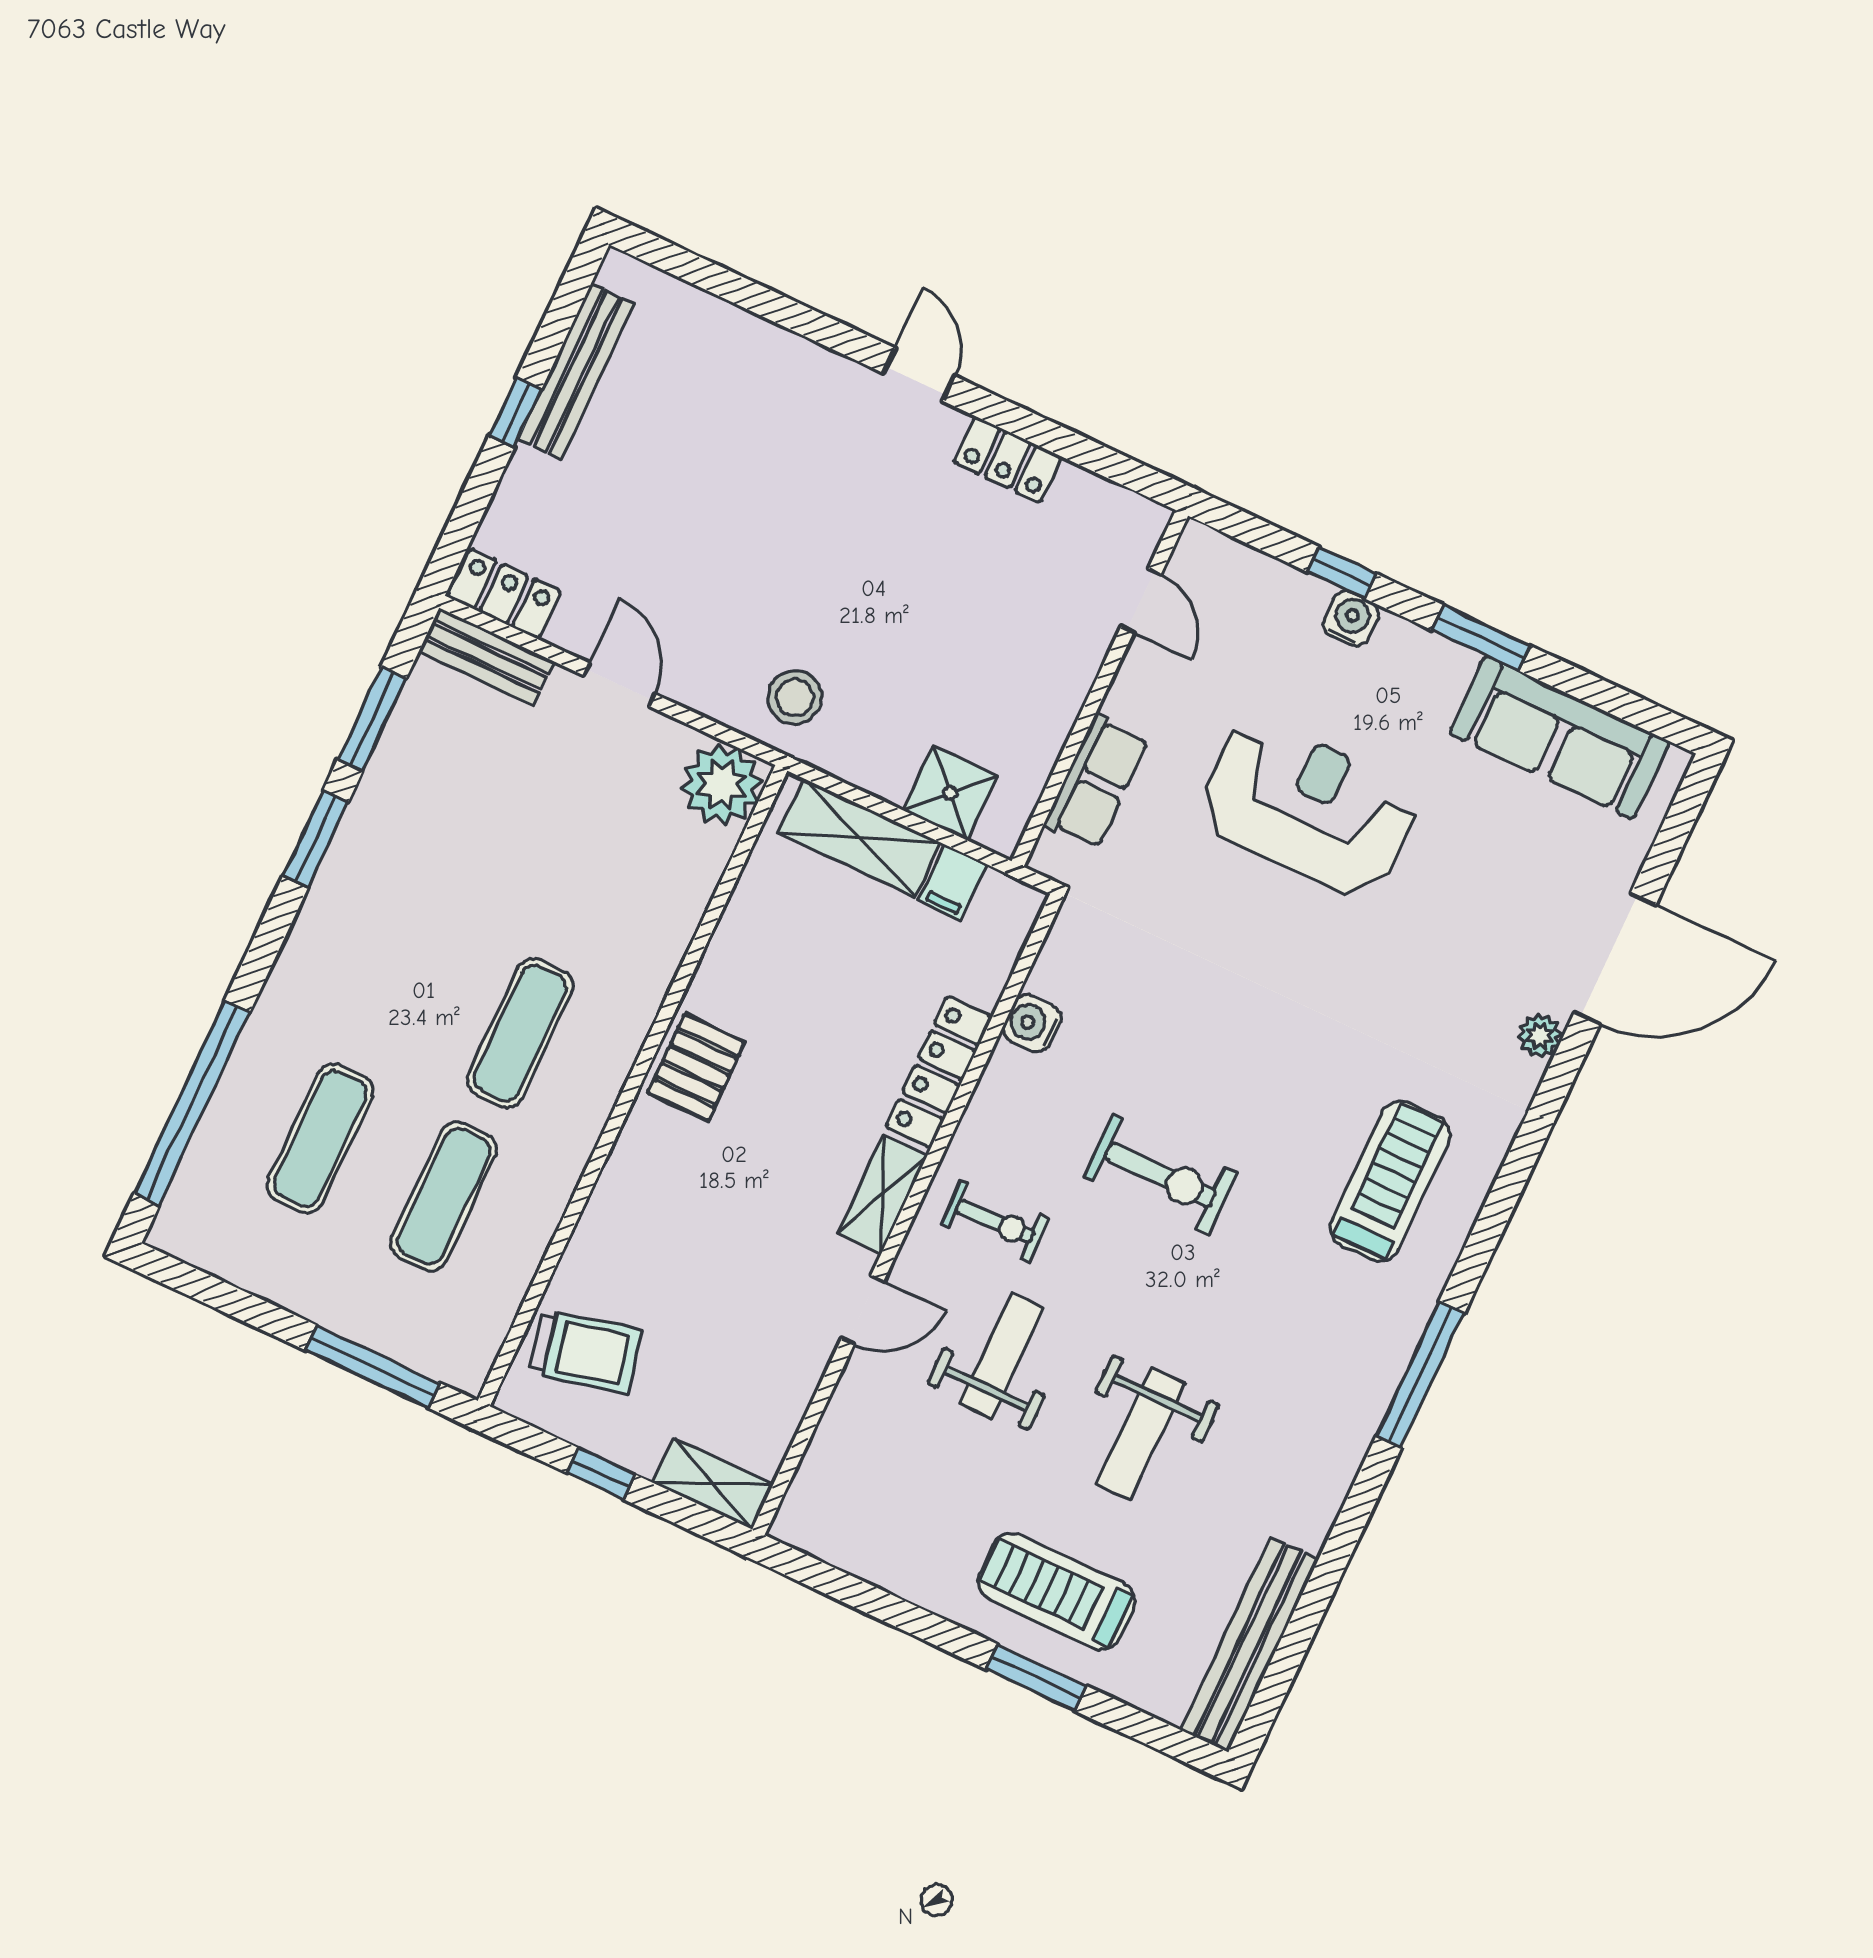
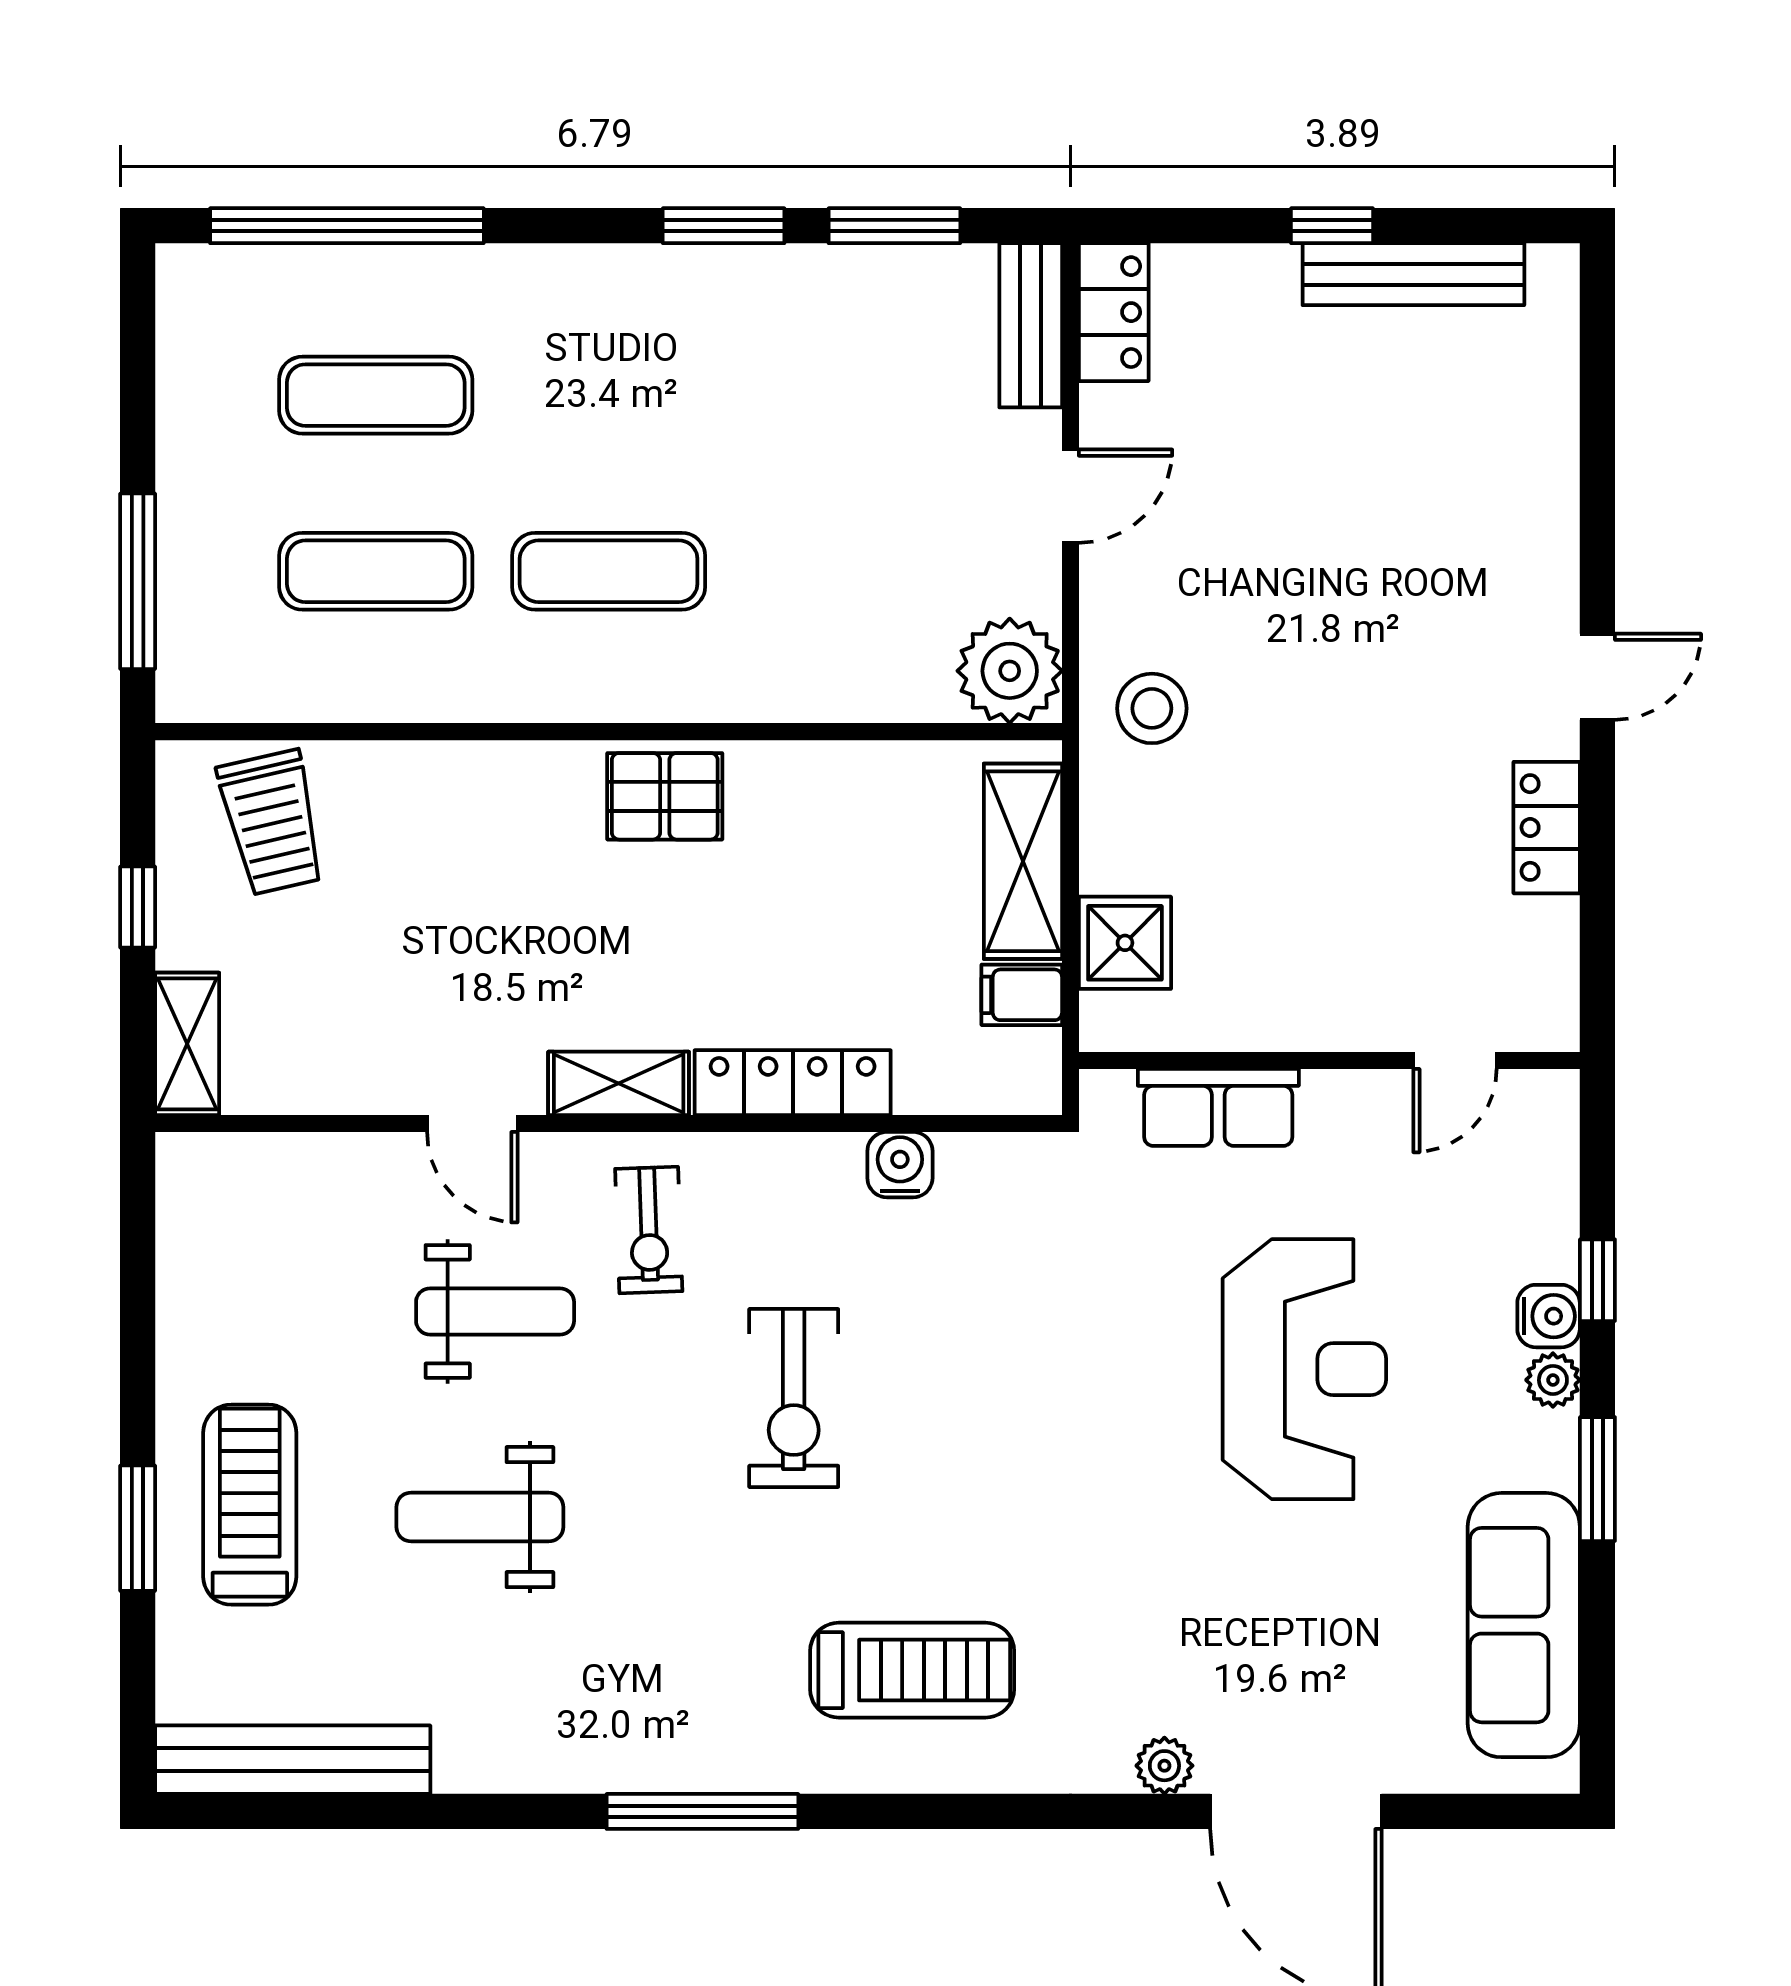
plant: (1397, 637) -> (1553, 1380), added

